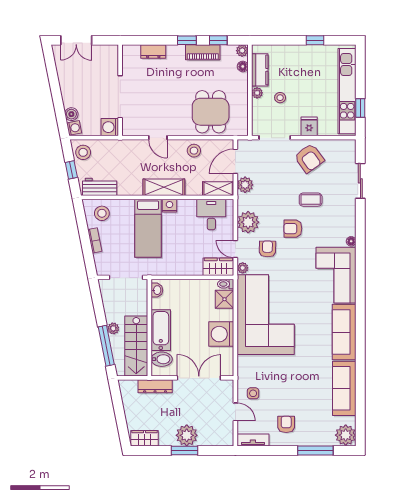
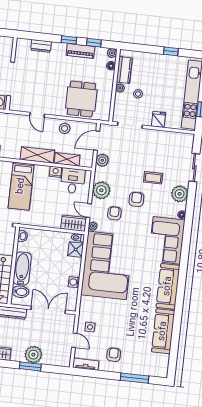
armchair: (309, 158) -> (156, 145), removed
shelving: (218, 189) -> (67, 159), moved
nightstand: (169, 206) -> (55, 172), moved
armchair: (293, 229) -> (136, 199), turned 90
washing machine: (221, 334) -> (74, 282), width x0.53, depth x0.53
plant: (346, 435) -> (180, 194), moved

